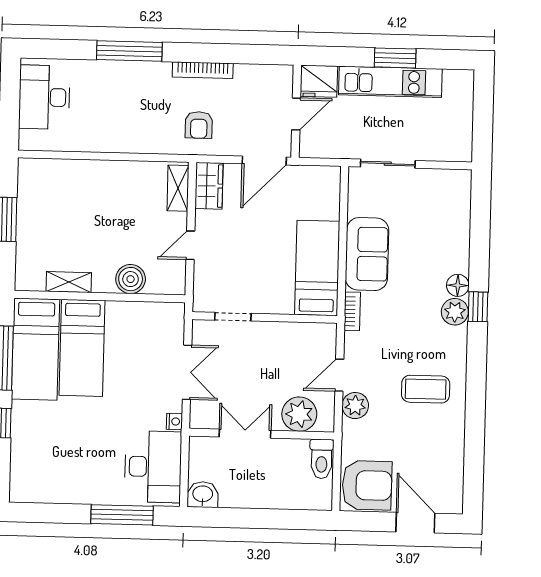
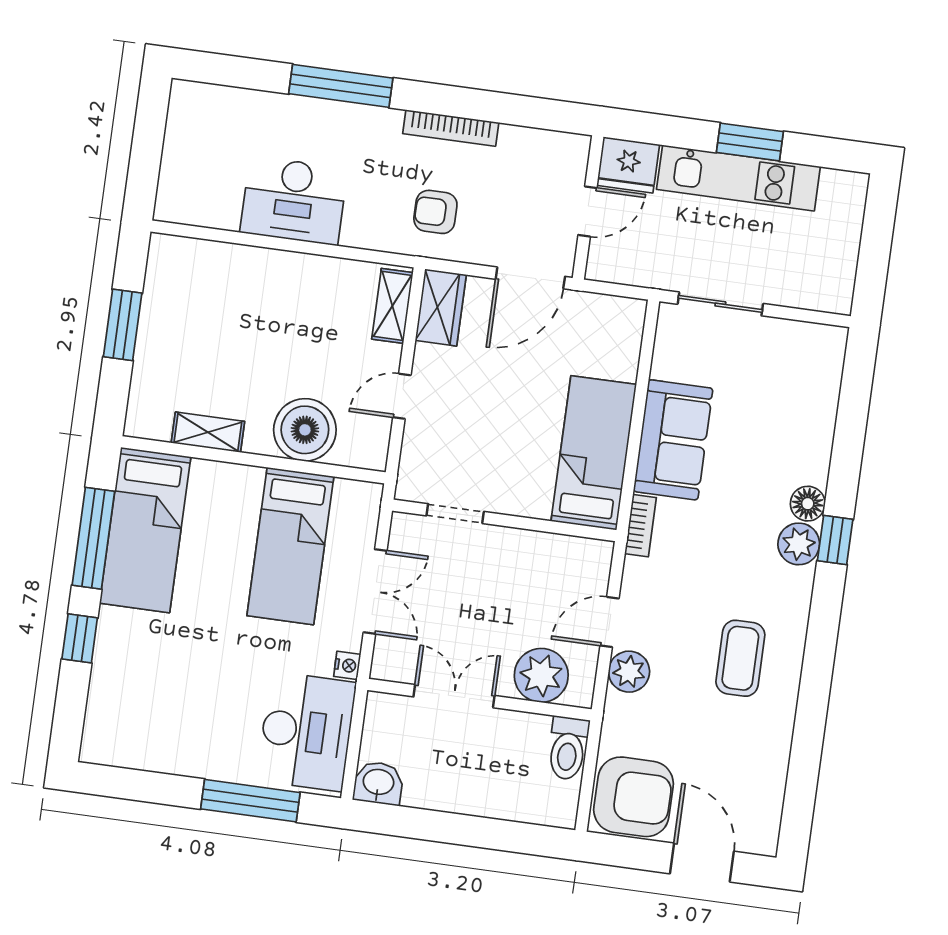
desk: (44, 97) -> (294, 201), moved, turned -90
armchair: (199, 125) -> (435, 212), turned 90
boiler: (131, 279) -> (305, 430), width x1.37, depth x1.37
bed: (82, 348) -> (290, 546), moved
coffee table: (426, 389) -> (740, 658), turned 90

